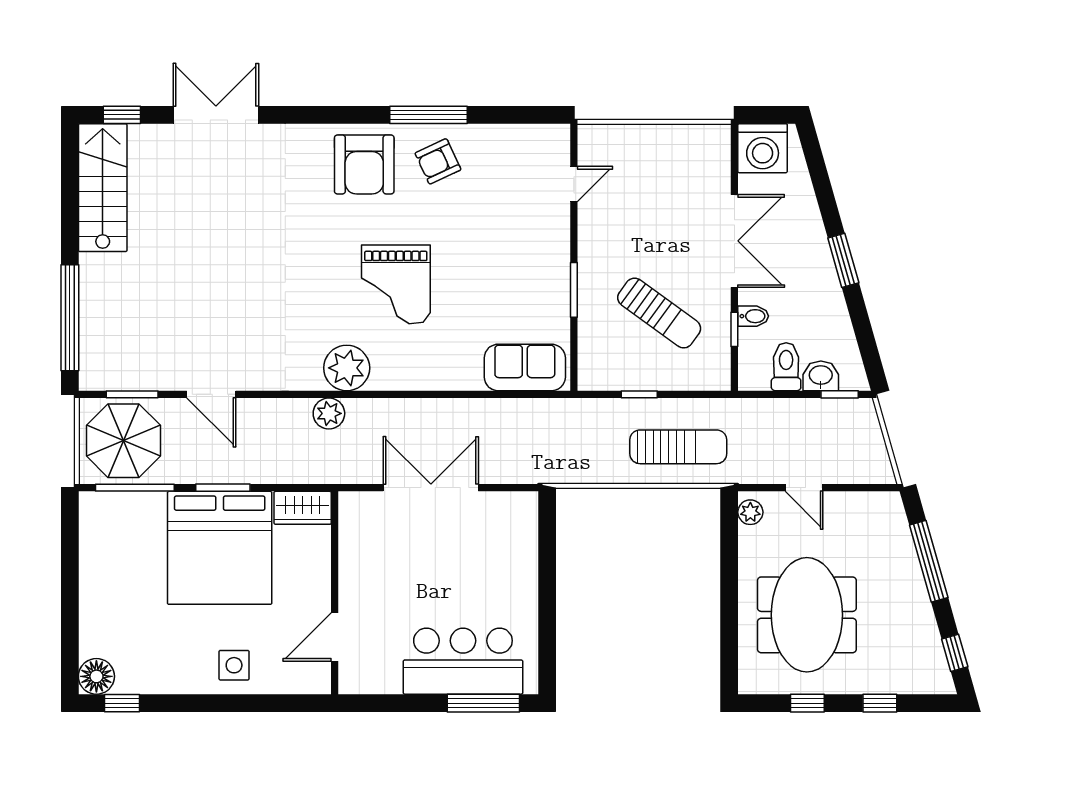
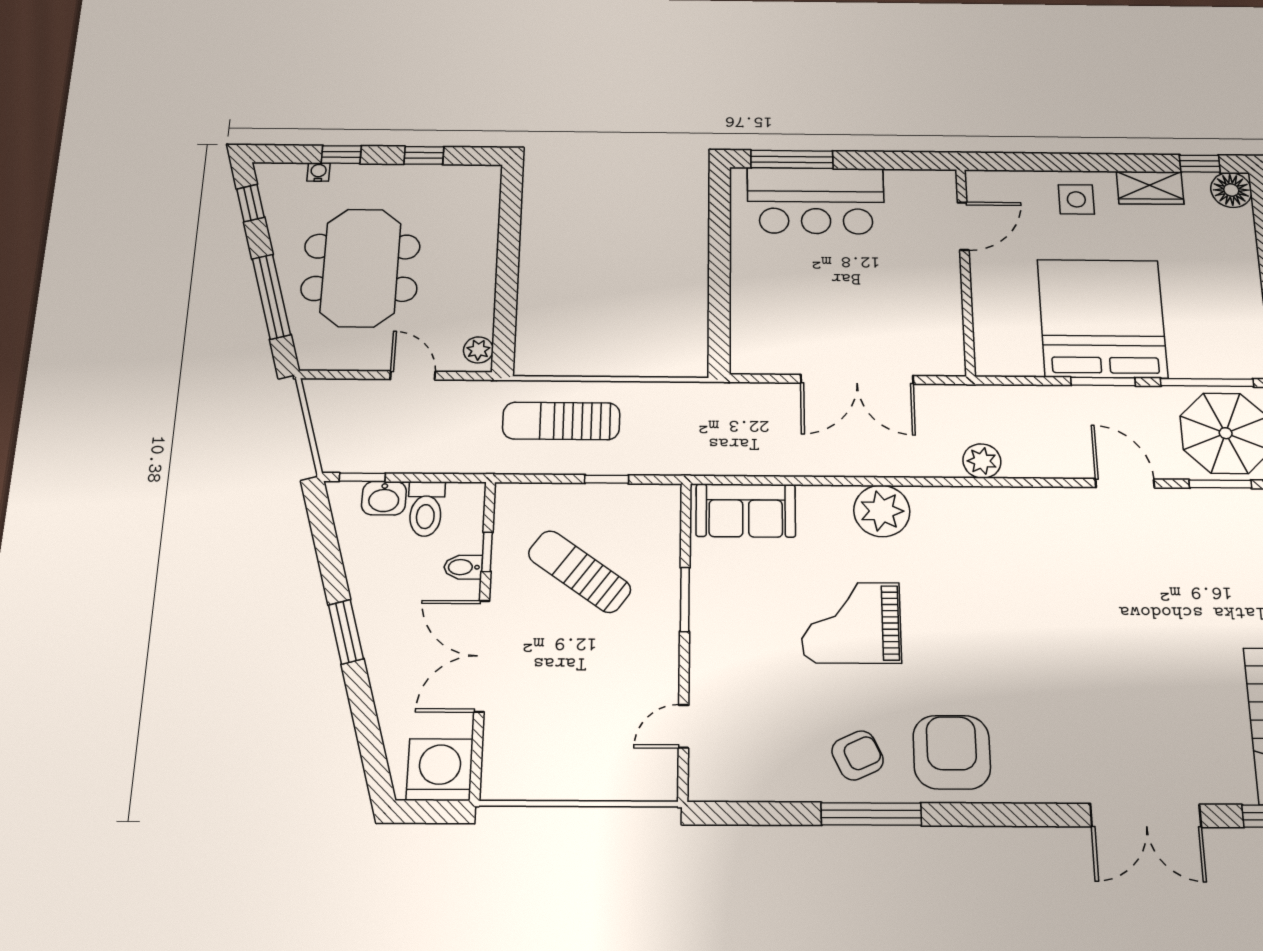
grand piano: (396, 284) -> (851, 623), moved, turned -90
plant: (347, 368) -> (882, 511), moved
wardrobe: (303, 508) -> (1150, 188), moved, turned 180
meeting table: (807, 615) -> (361, 268), moved
water cooler: (898, 685) -> (318, 172), added

